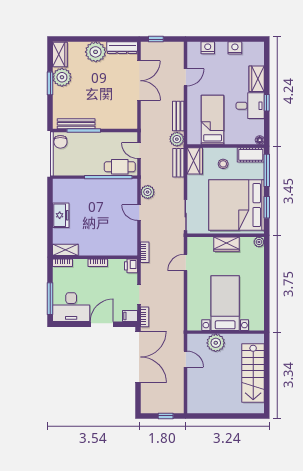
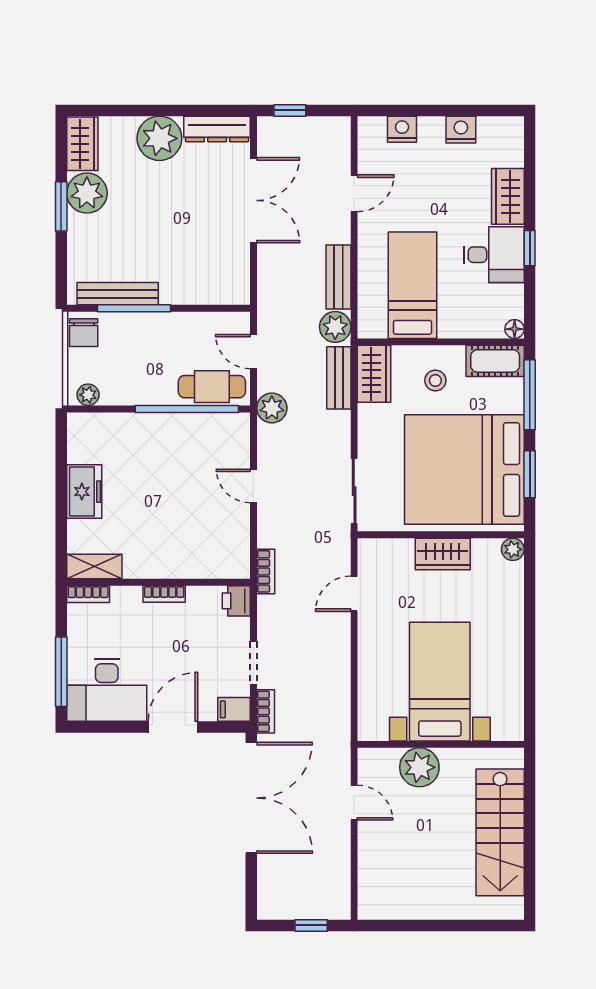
plant: (63, 171) -> (88, 395), added
plant: (148, 192) -> (272, 408), moved

